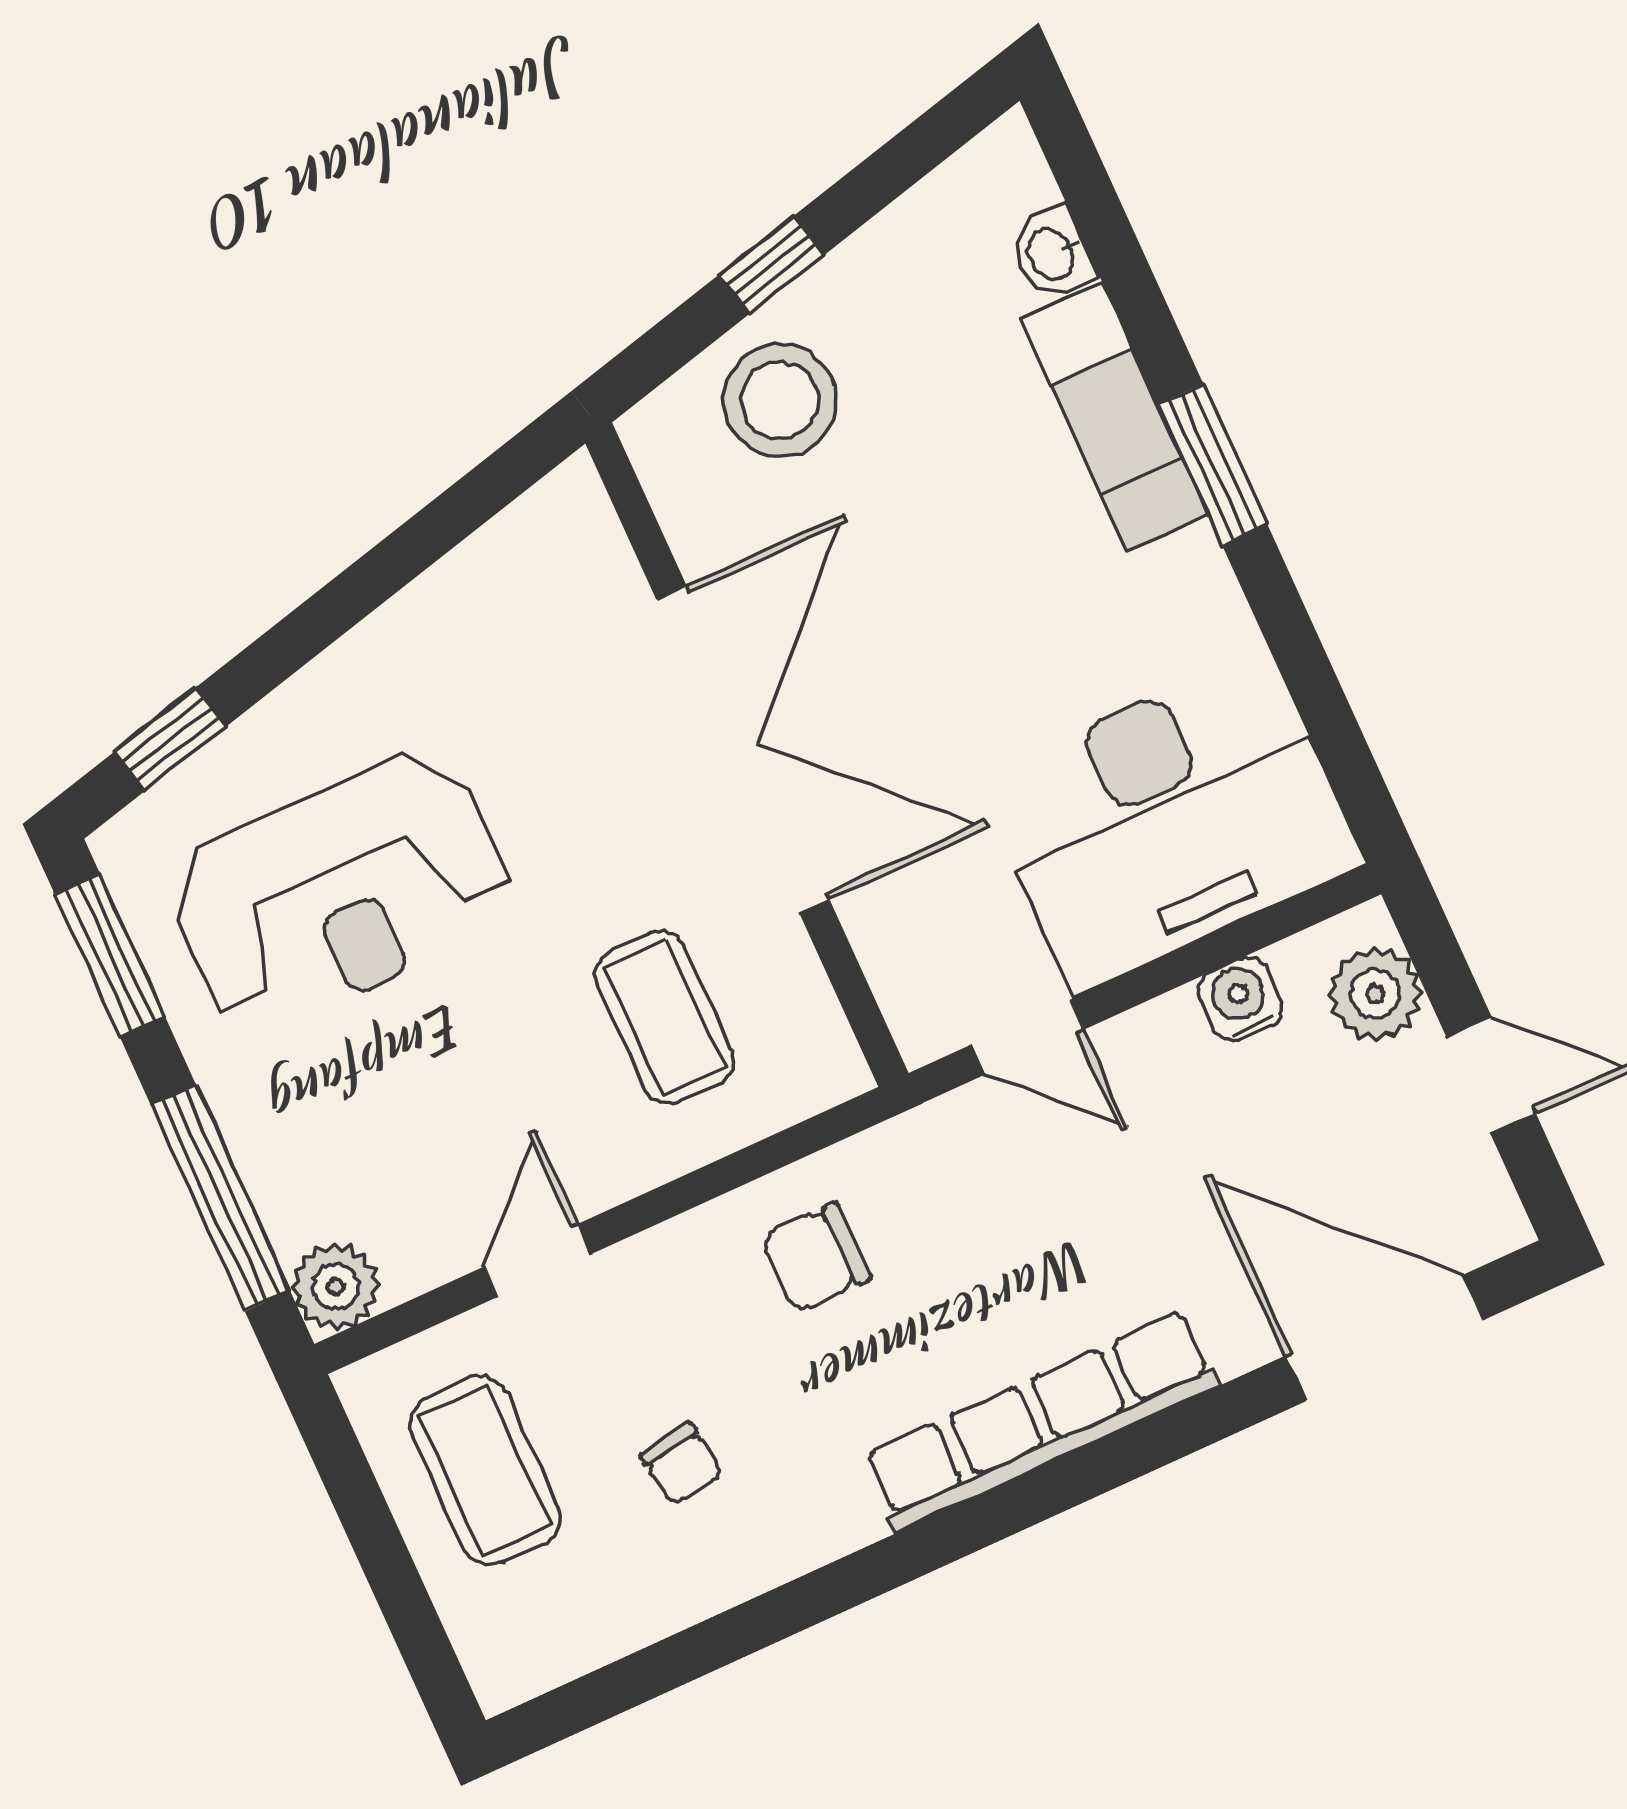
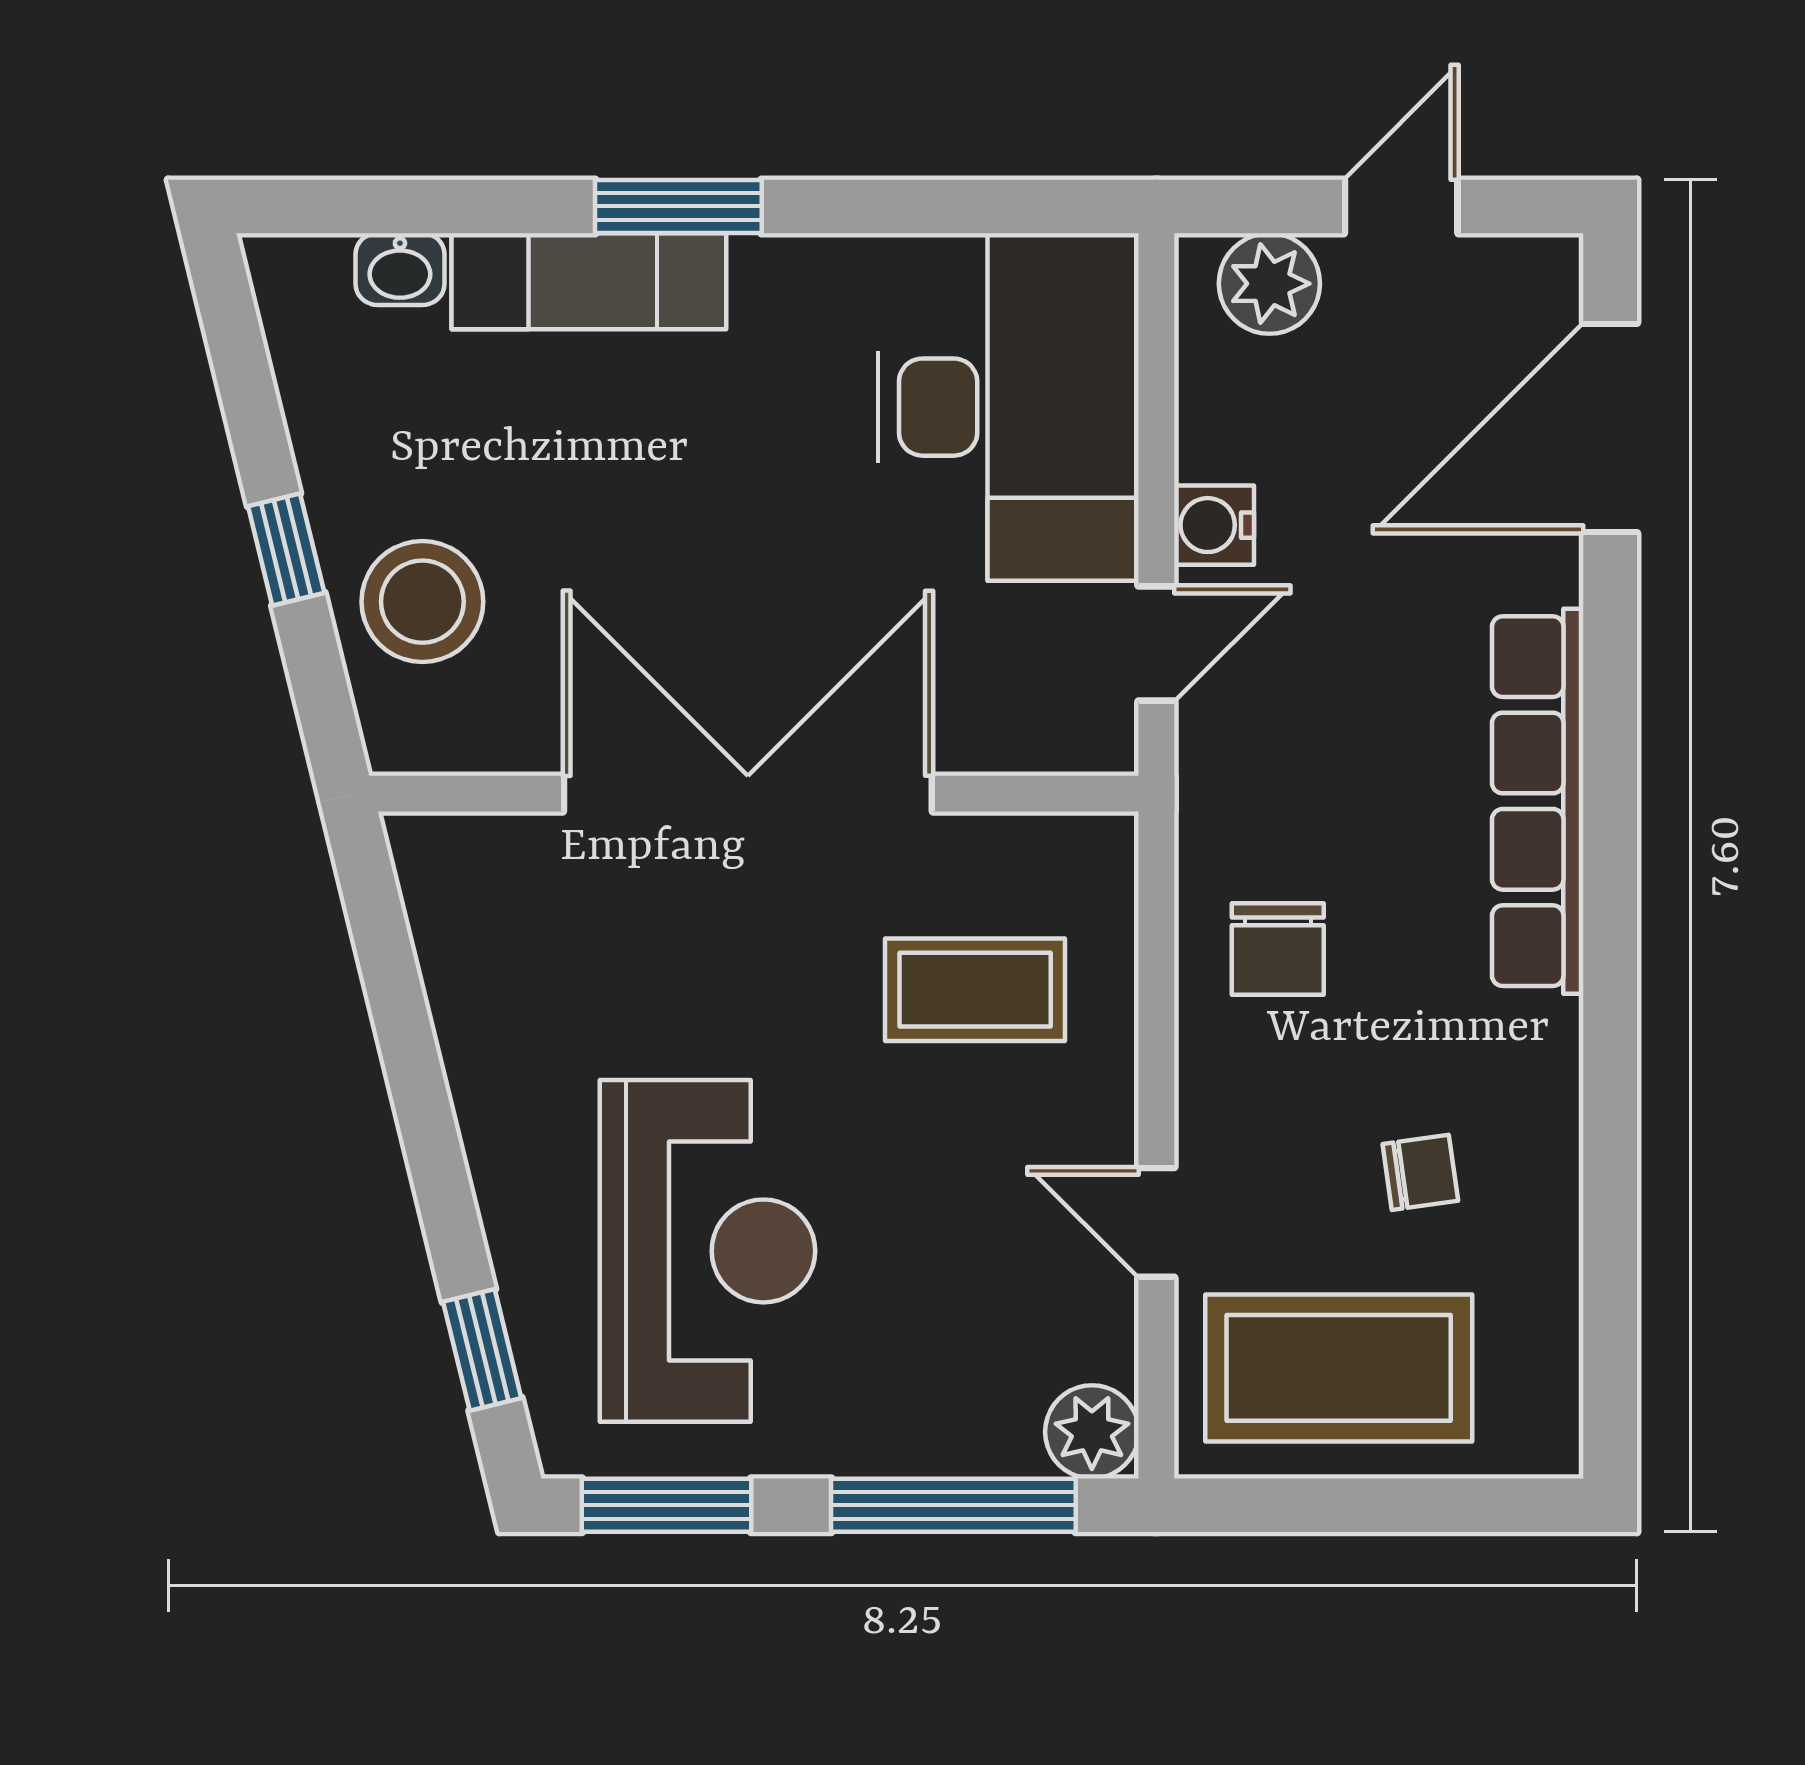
water cooler: (1240, 999) -> (1214, 525), moved
coffee table: (485, 1471) -> (1339, 1368), width x1.36, depth x1.32

